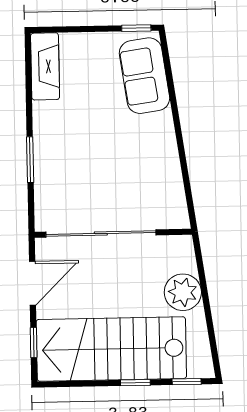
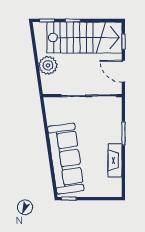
fireplace: (45, 66) -> (115, 160), moved
sofa: (144, 76) -> (66, 159), width x1.85, depth x1.27
door: (32, 283) -> (123, 71), hinge flipped

